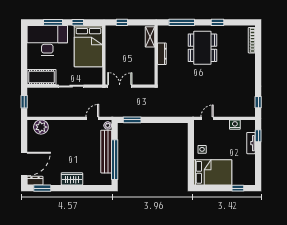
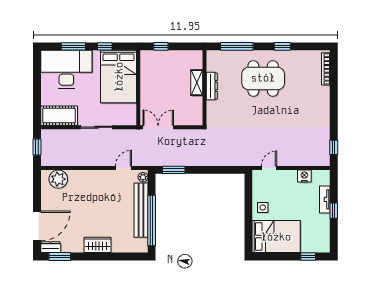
shelving: (150, 37) -> (197, 83), moved
dining table: (202, 48) -> (263, 78), turned 90
window: (258, 136) -> (334, 211), moved

